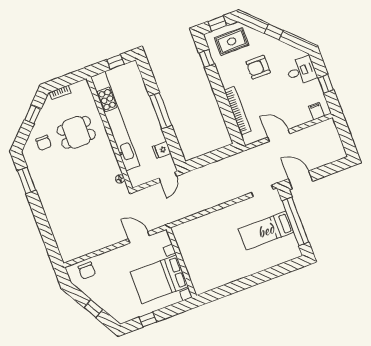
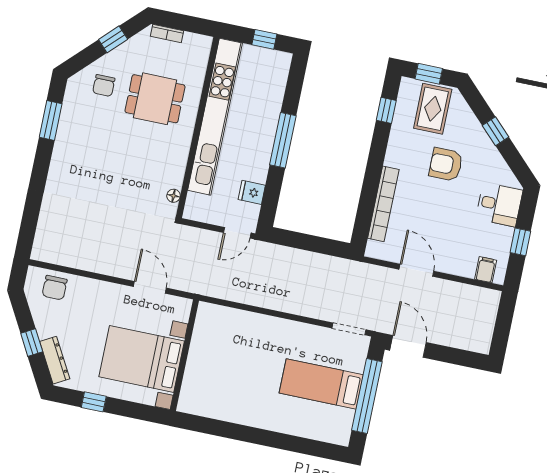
rug: (232, 41) -> (433, 109), turned 90
dresser: (112, 310) -> (55, 360), added

